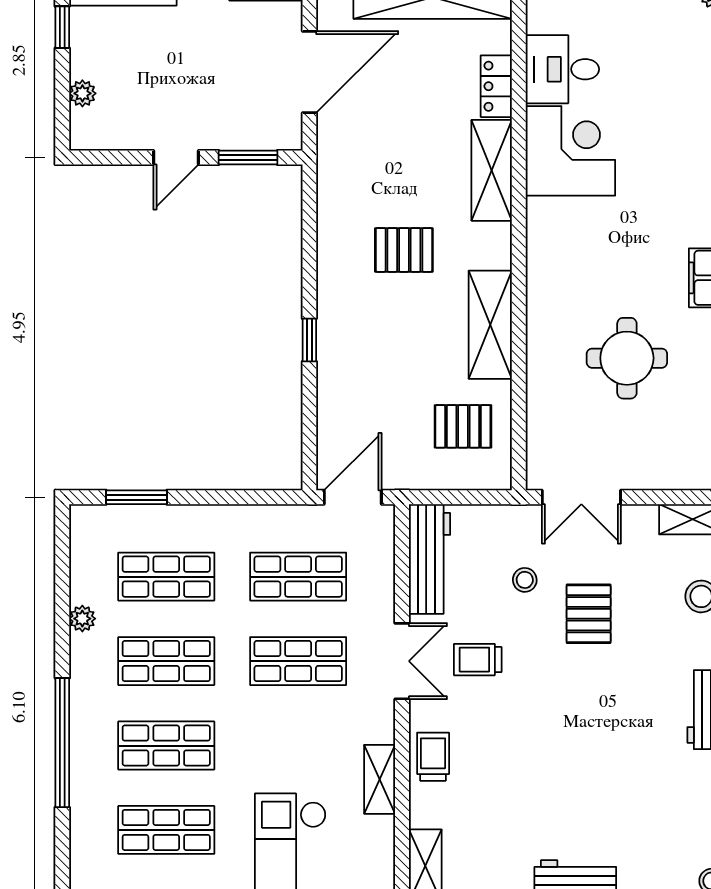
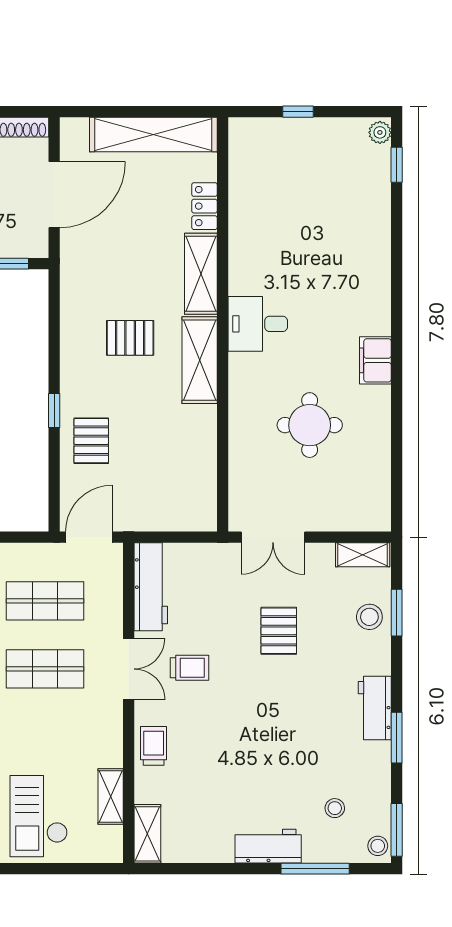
desk: (562, 69) -> (258, 324), moved
corner desk: (570, 151) -> (264, 258), removed
shelving: (490, 325) -> (200, 360), moved
pallet: (463, 426) -> (91, 441), moved, turned 90
stool: (525, 580) -> (335, 808), moved
trolley: (478, 660) -> (190, 668), turned 180
shelving: (380, 779) -> (111, 796), moved

